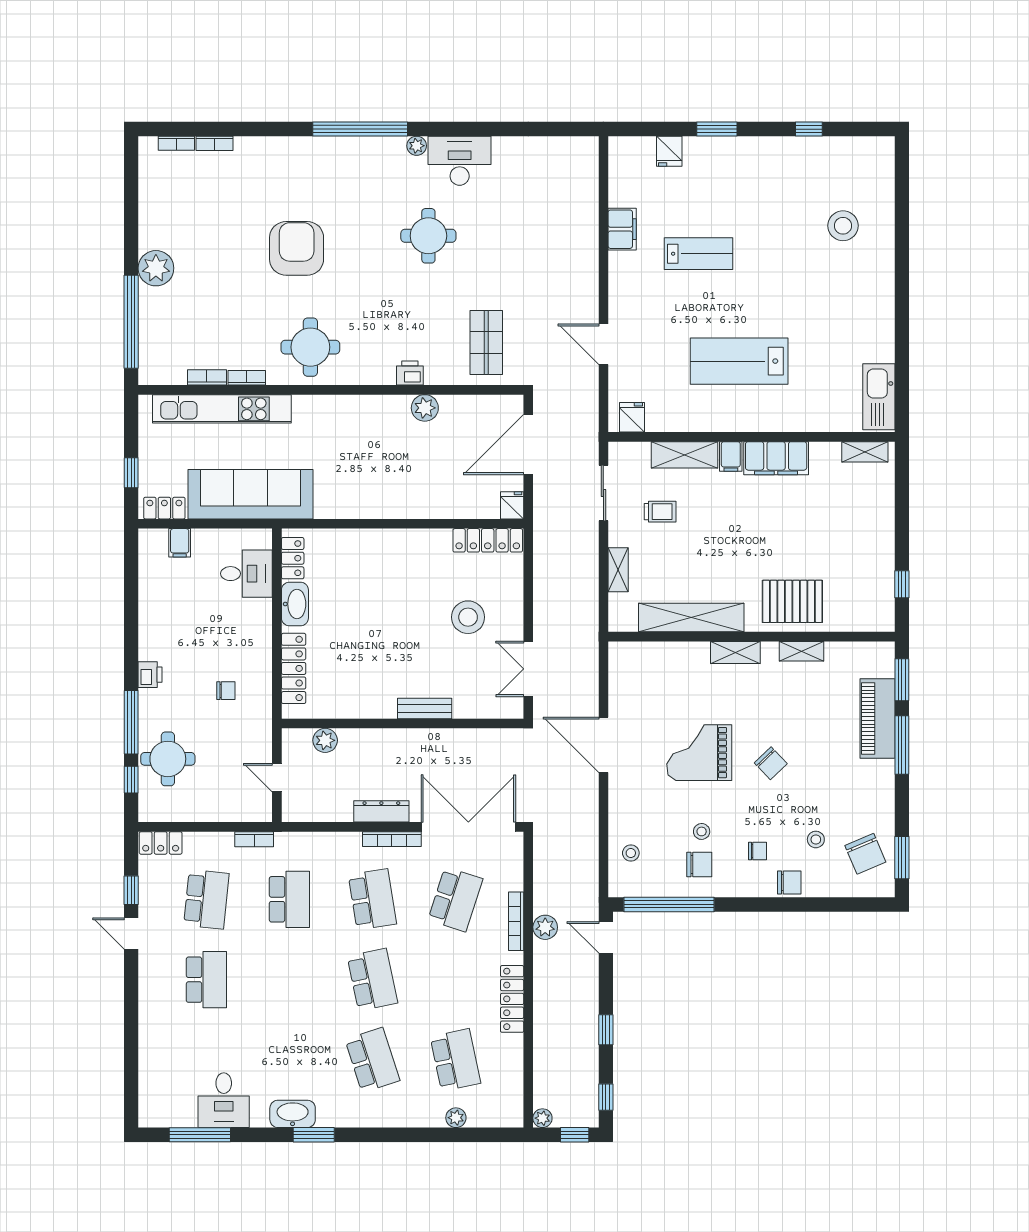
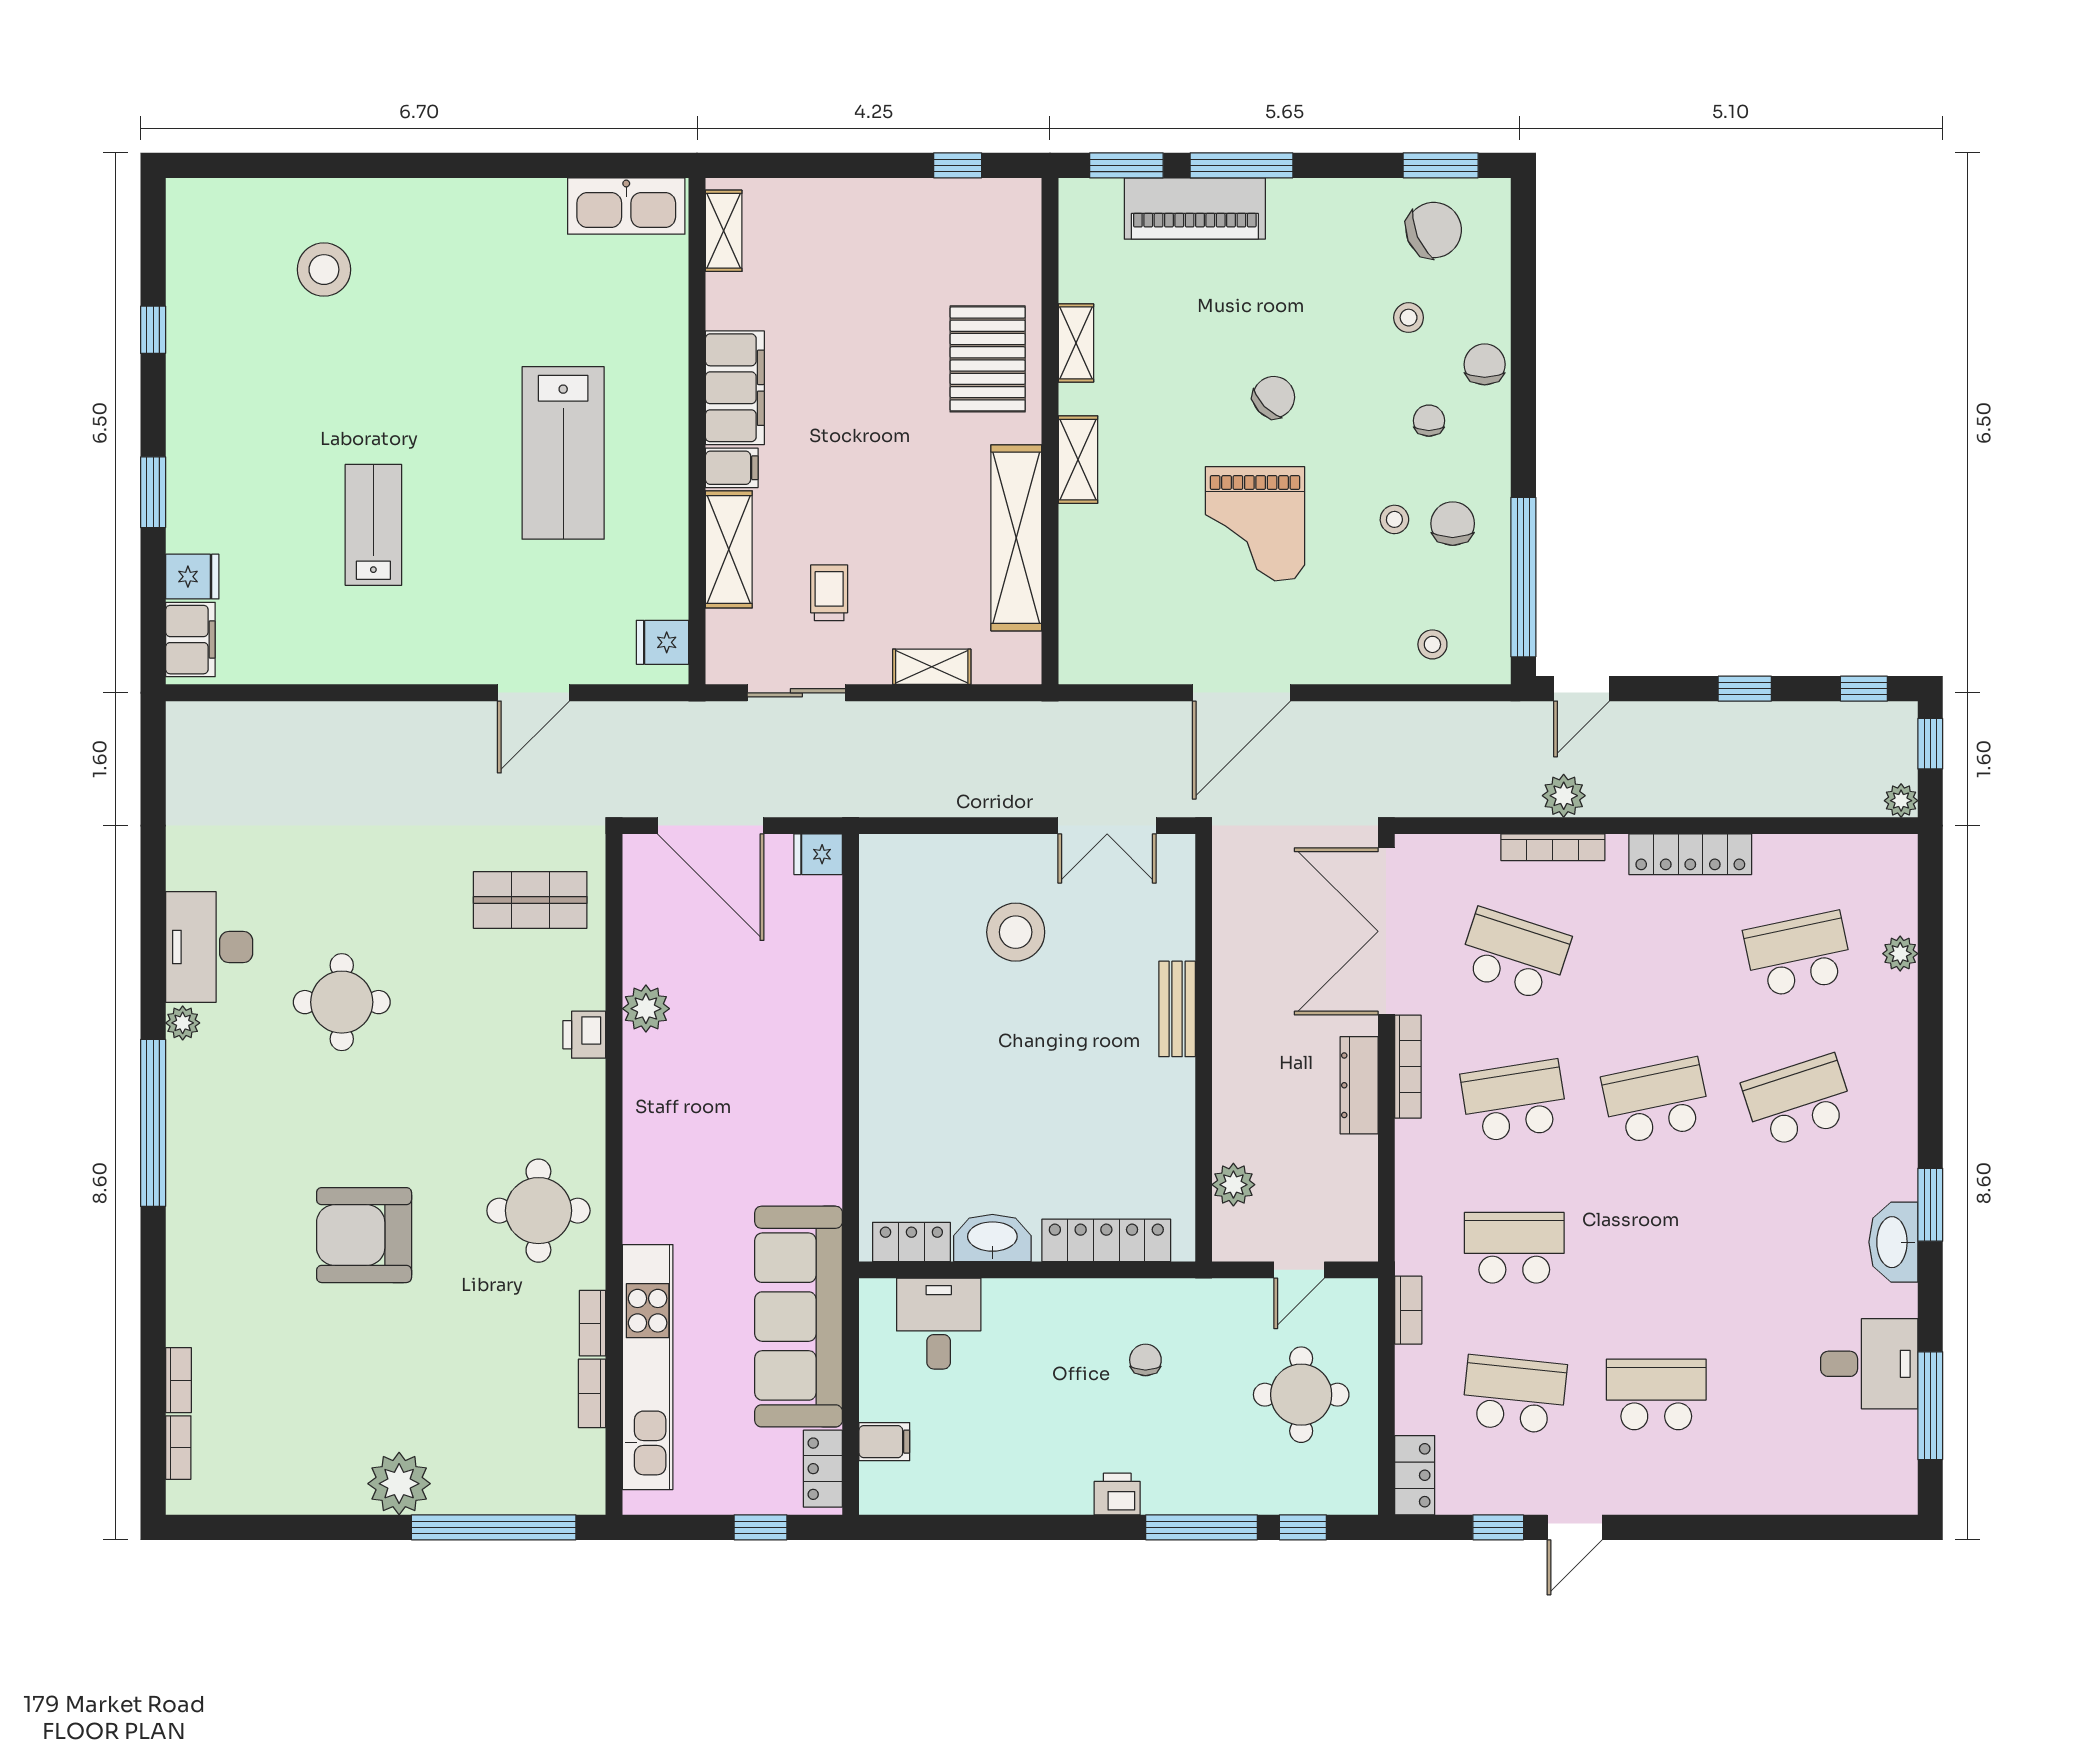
filing cabinet: (622, 229) -> (190, 640), moved, turned 90
locker: (488, 540) -> (880, 897), removed
round table: (168, 759) -> (1301, 1395), moved

